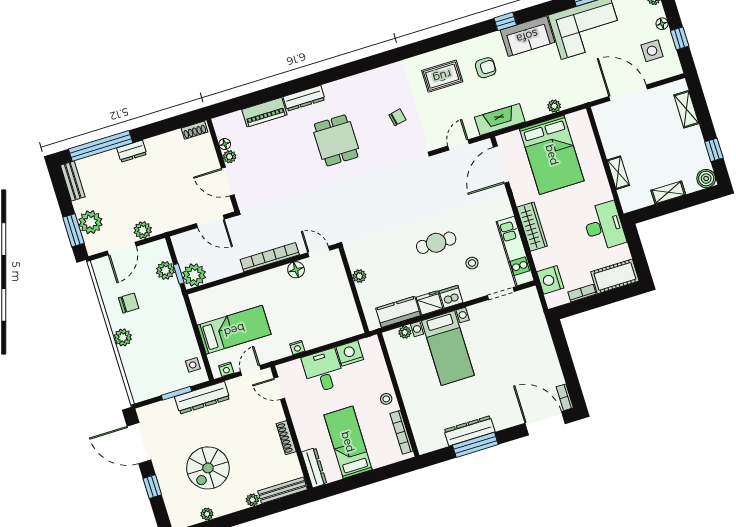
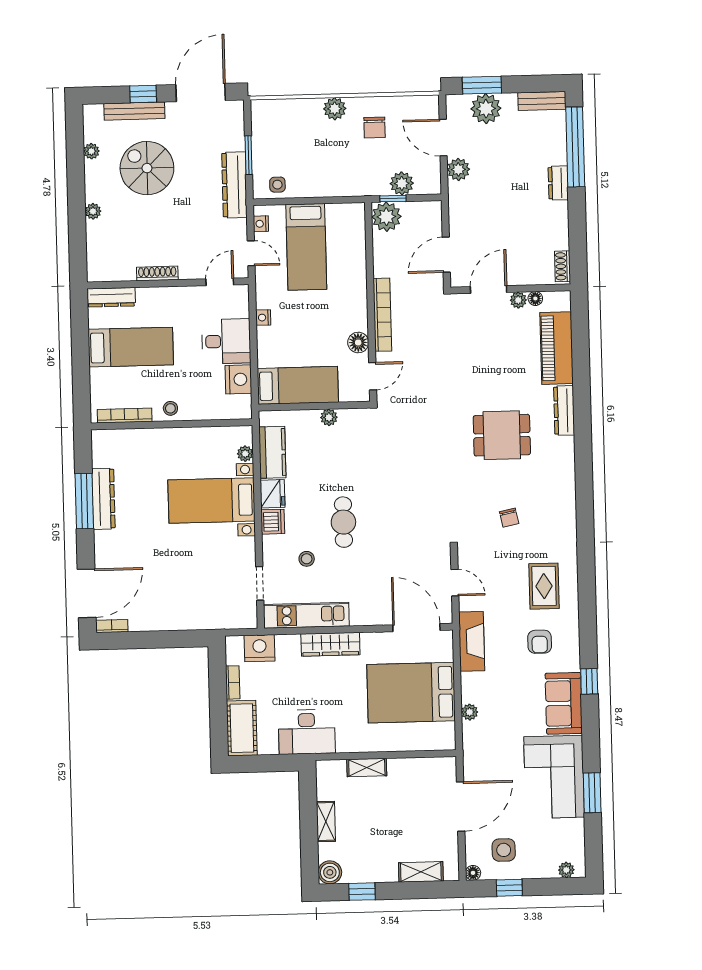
floor lamp: (662, 24) -> (473, 873), moved
piano: (264, 112) -> (556, 348), width x1.37, depth x1.33
bed: (342, 307) -> (298, 385), added
bench: (283, 490) -> (134, 111), moved, turned 90

